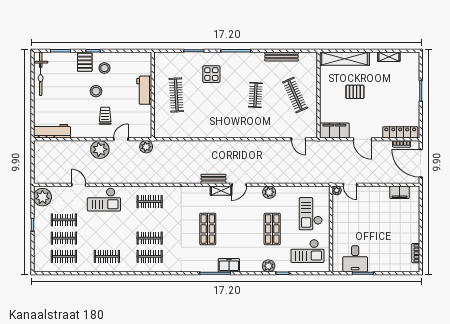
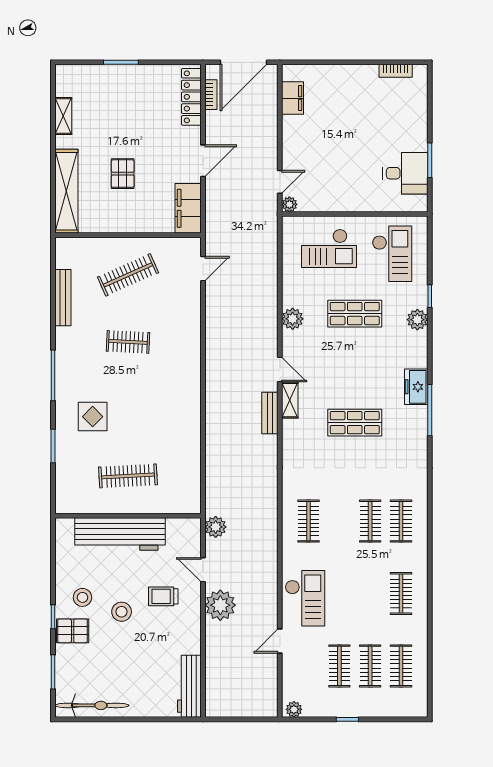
workbench: (144, 90) -> (120, 534), width x1.87, depth x1.32
plant: (42, 197) -> (294, 709), width x0.53, depth x0.53

